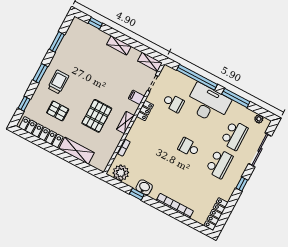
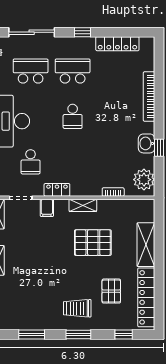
school desk: (173, 103) -> (31, 162), turned 180
locker: (216, 214) -> (117, 44), moved

